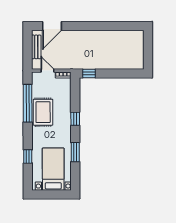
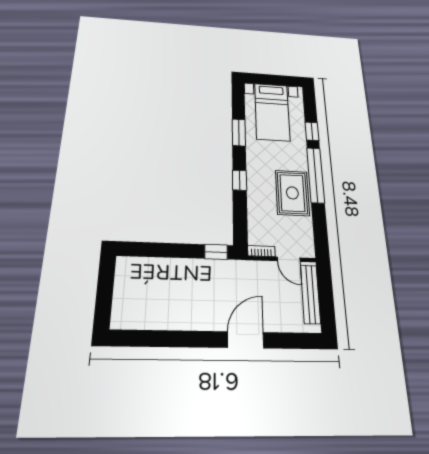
door: (52, 26) -> (246, 340), moved
bench: (36, 47) -> (310, 294), width x1.36
window: (28, 103) -> (316, 175), moved

